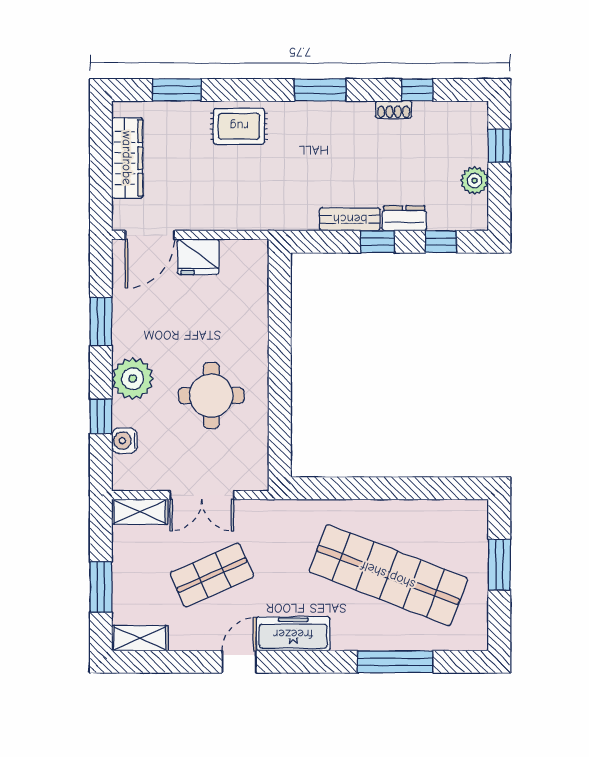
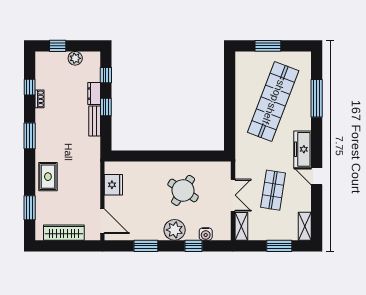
fridge: (198, 257) -> (113, 185), moved
round table: (211, 396) -> (183, 190), turned 33
shop shelf: (212, 575) -> (273, 190), turned 33

